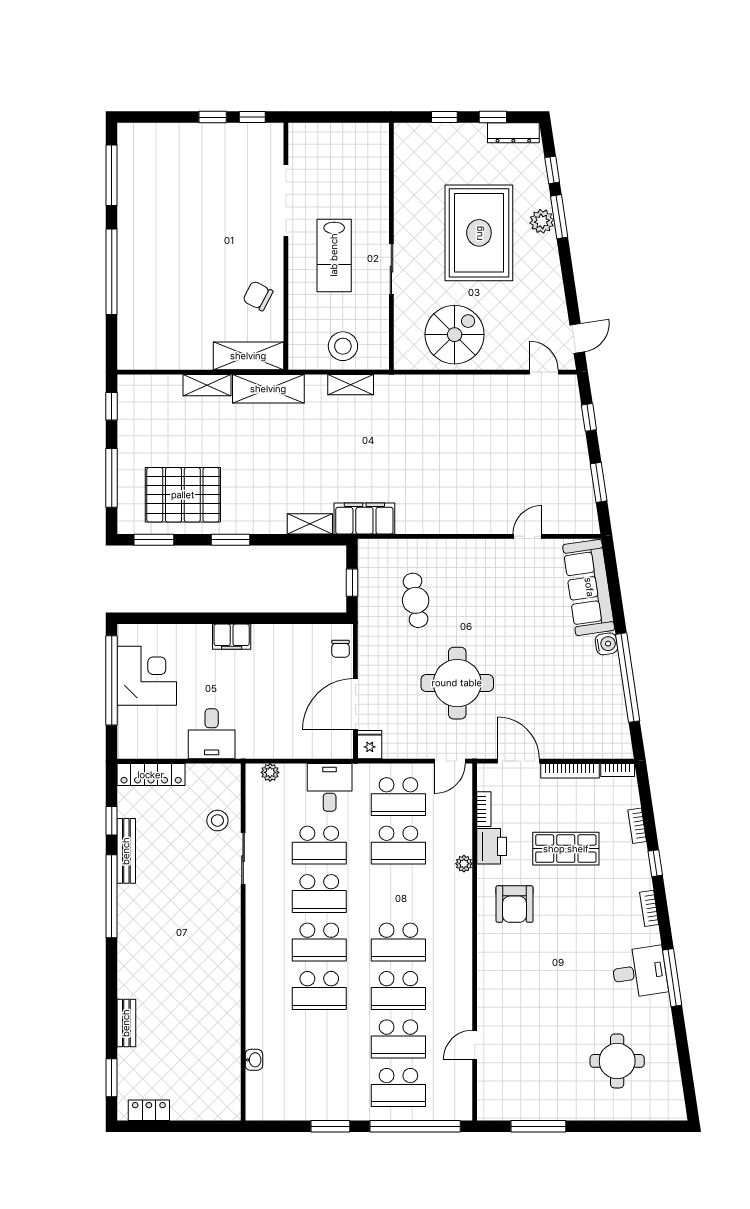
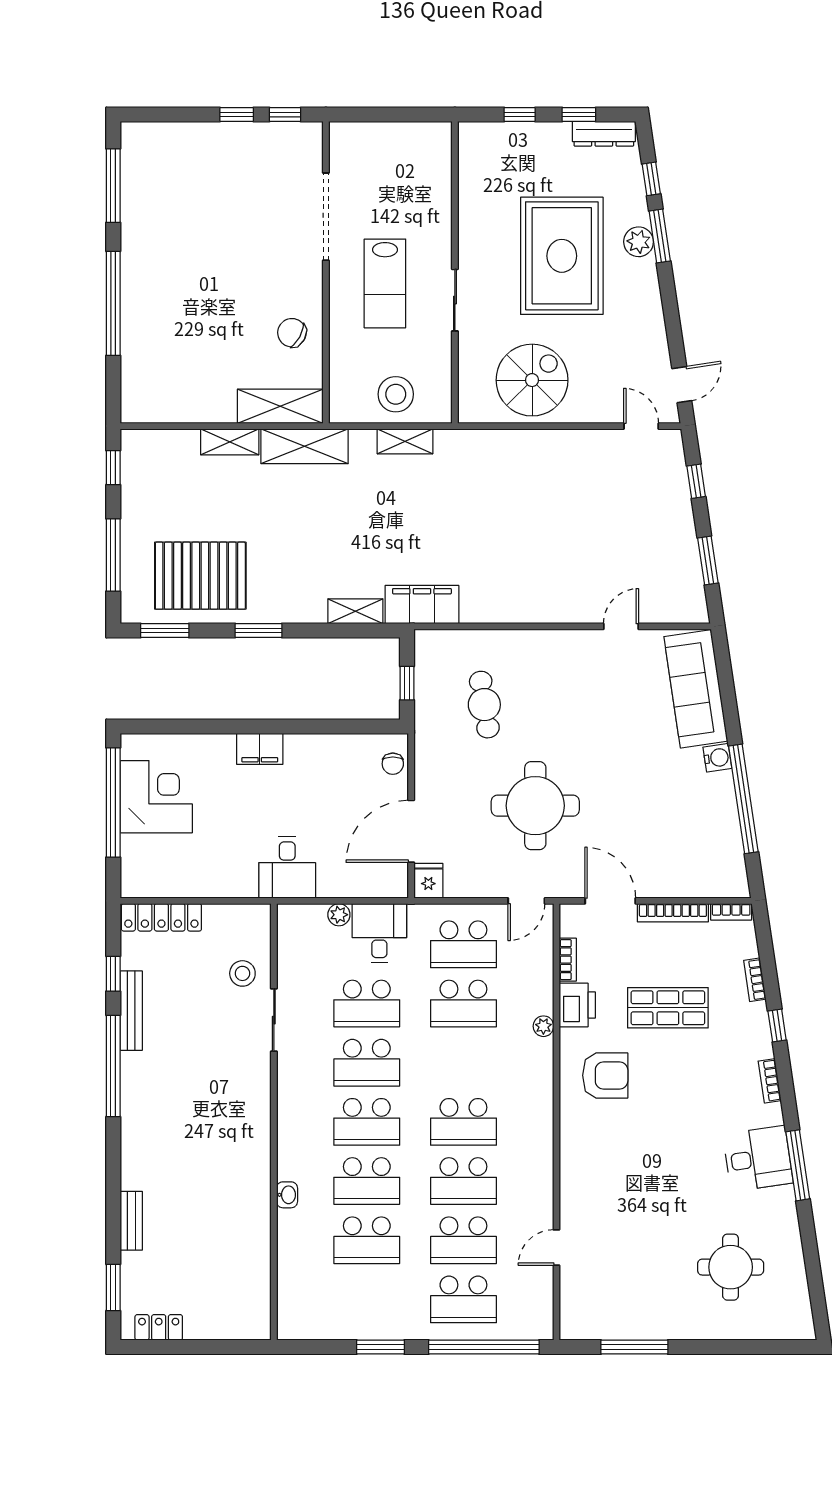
desk: (212, 734) -> (287, 868), moved
plant: (270, 772) -> (339, 915), moved
armchair: (515, 904) -> (605, 1075), turned -90
school desk: (319, 1039) -> (367, 1240), added
washbasin: (254, 1060) -> (287, 1195), moved

